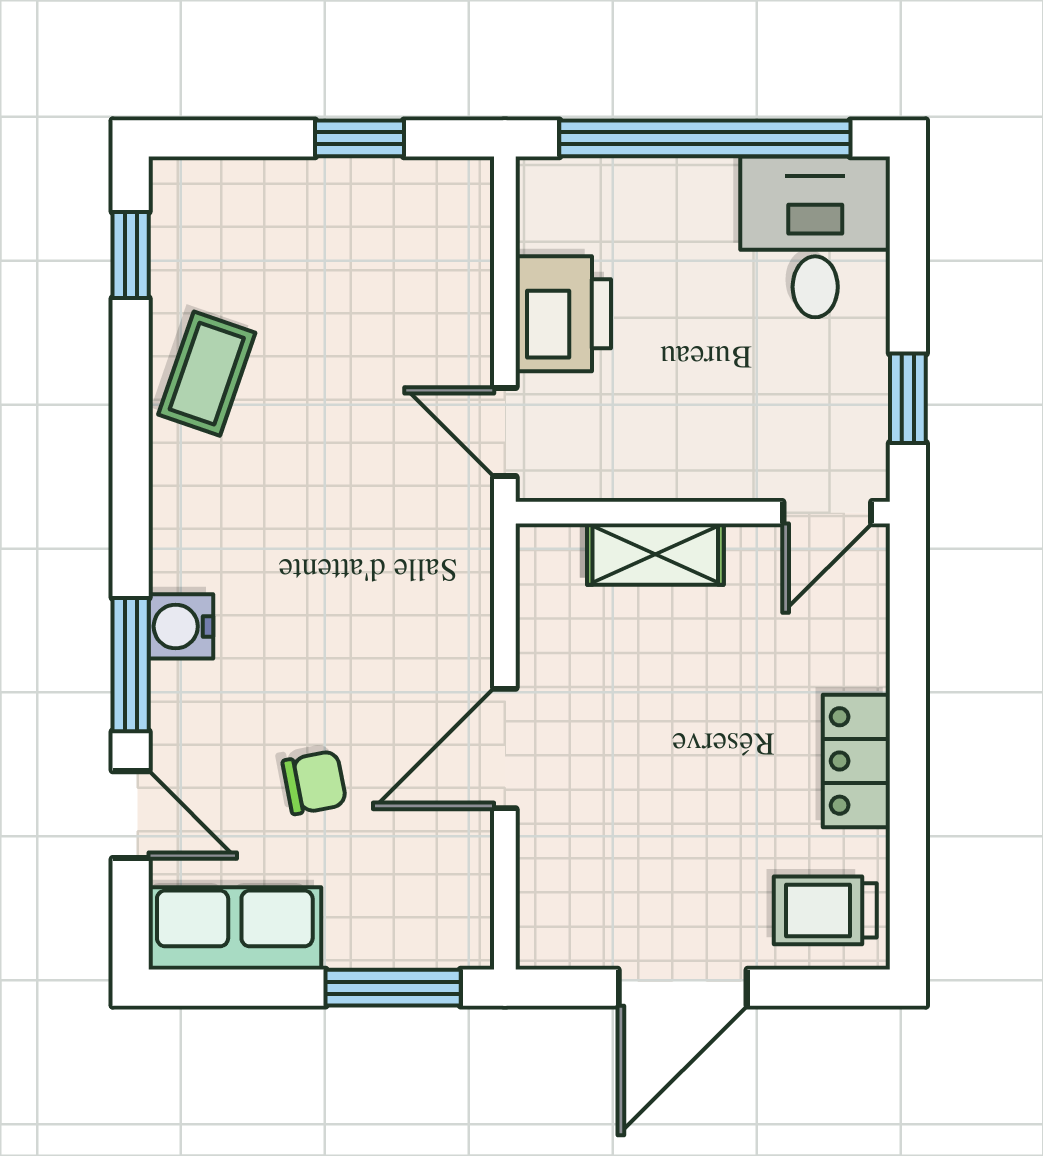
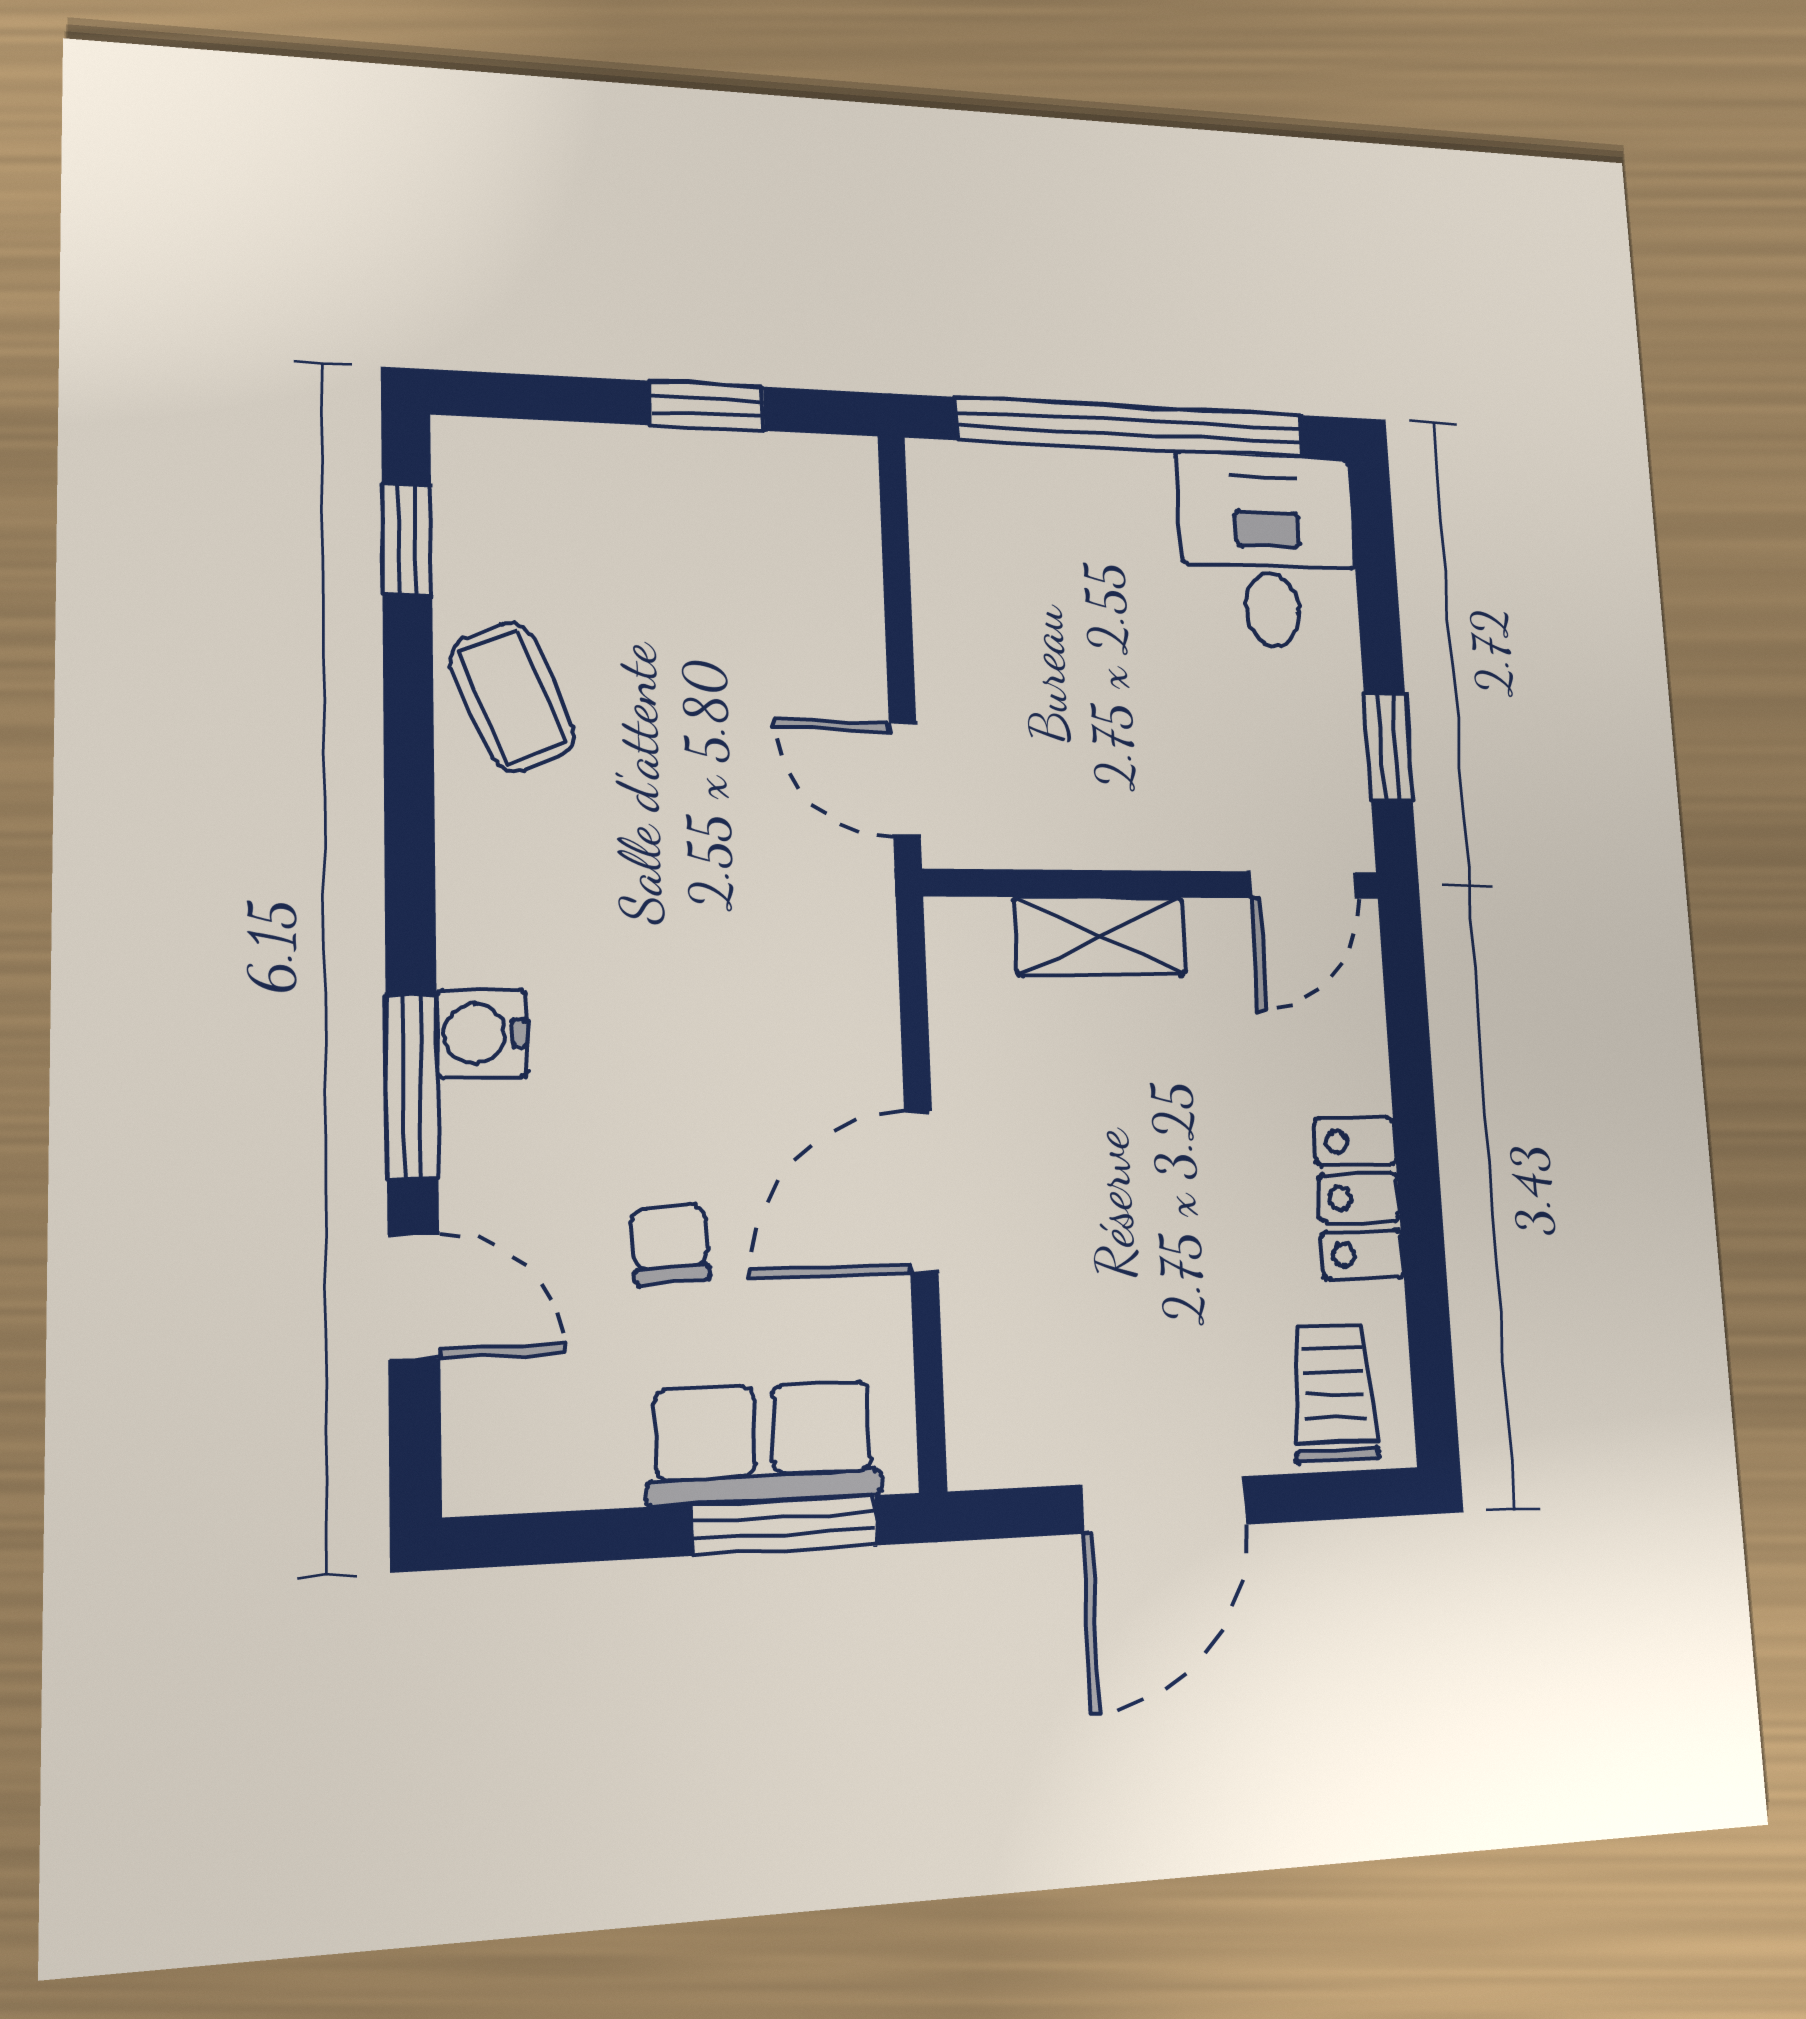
printer: (563, 314) -> (972, 633), removed
coffee table: (207, 374) -> (513, 697), turned -42
chair: (314, 783) -> (670, 1244), turned -82
trolley: (825, 910) -> (1334, 1393), turned 90
row of seats: (235, 928) -> (764, 1443), moved

